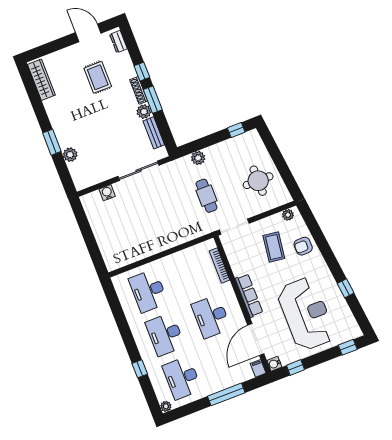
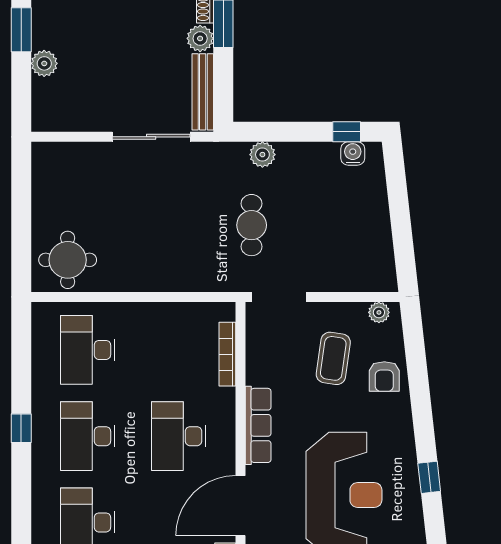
bench: (154, 133) -> (203, 92), width x1.36
round table: (258, 181) -> (68, 260), moved
water cooler: (107, 193) -> (353, 153), moved
armchair: (303, 246) -> (384, 376), turned -90
window: (140, 369) -> (21, 428), moved

